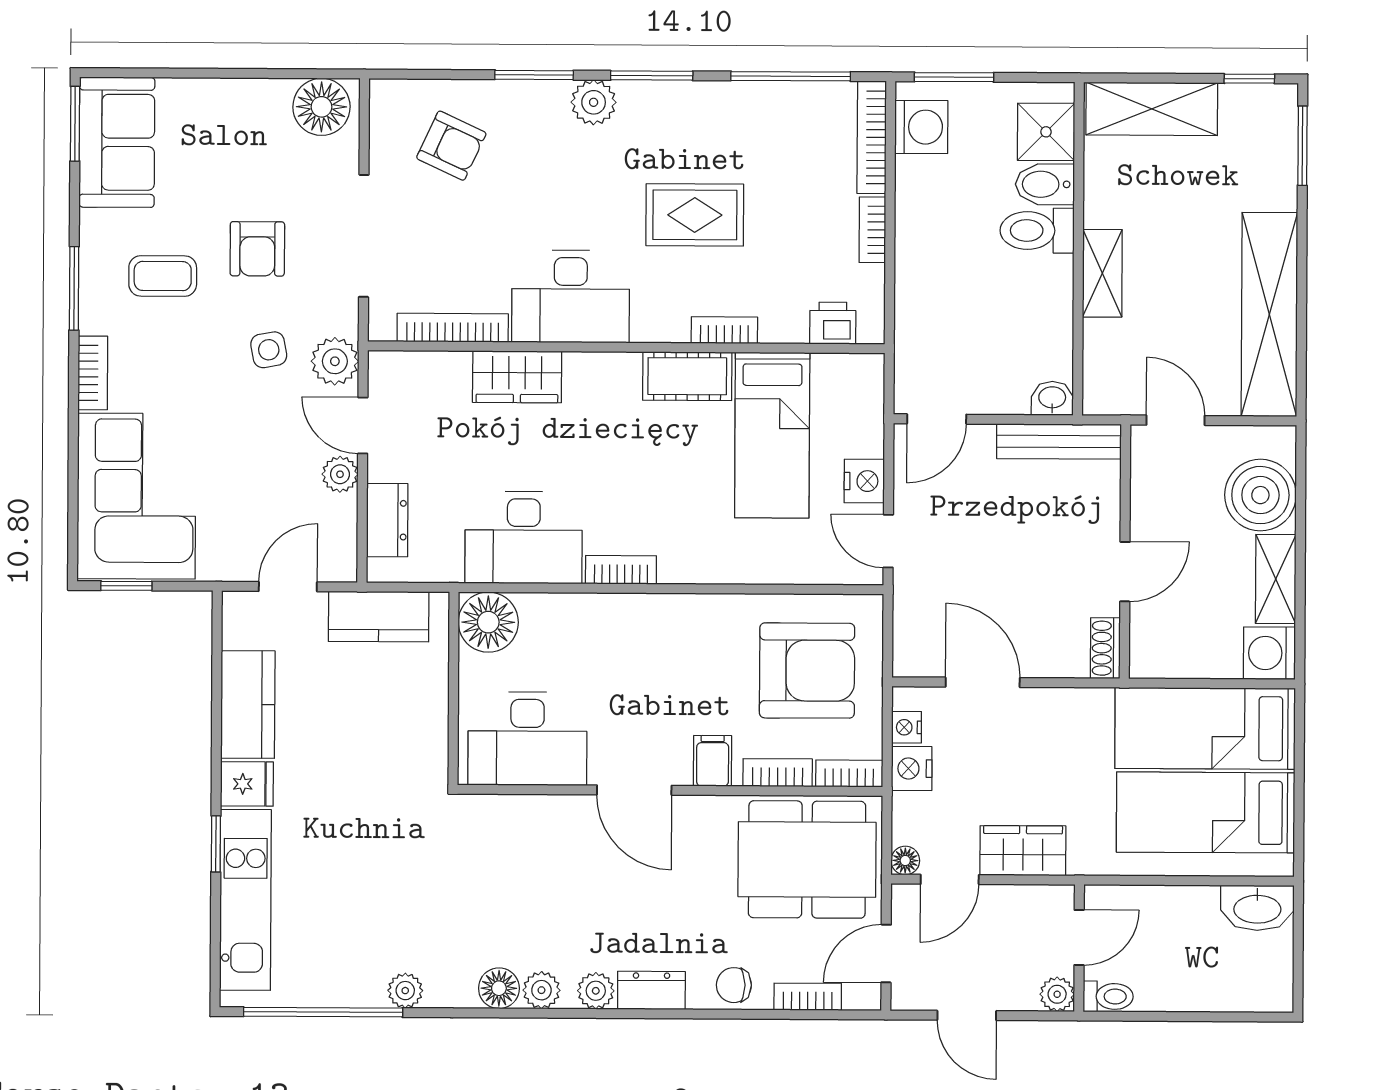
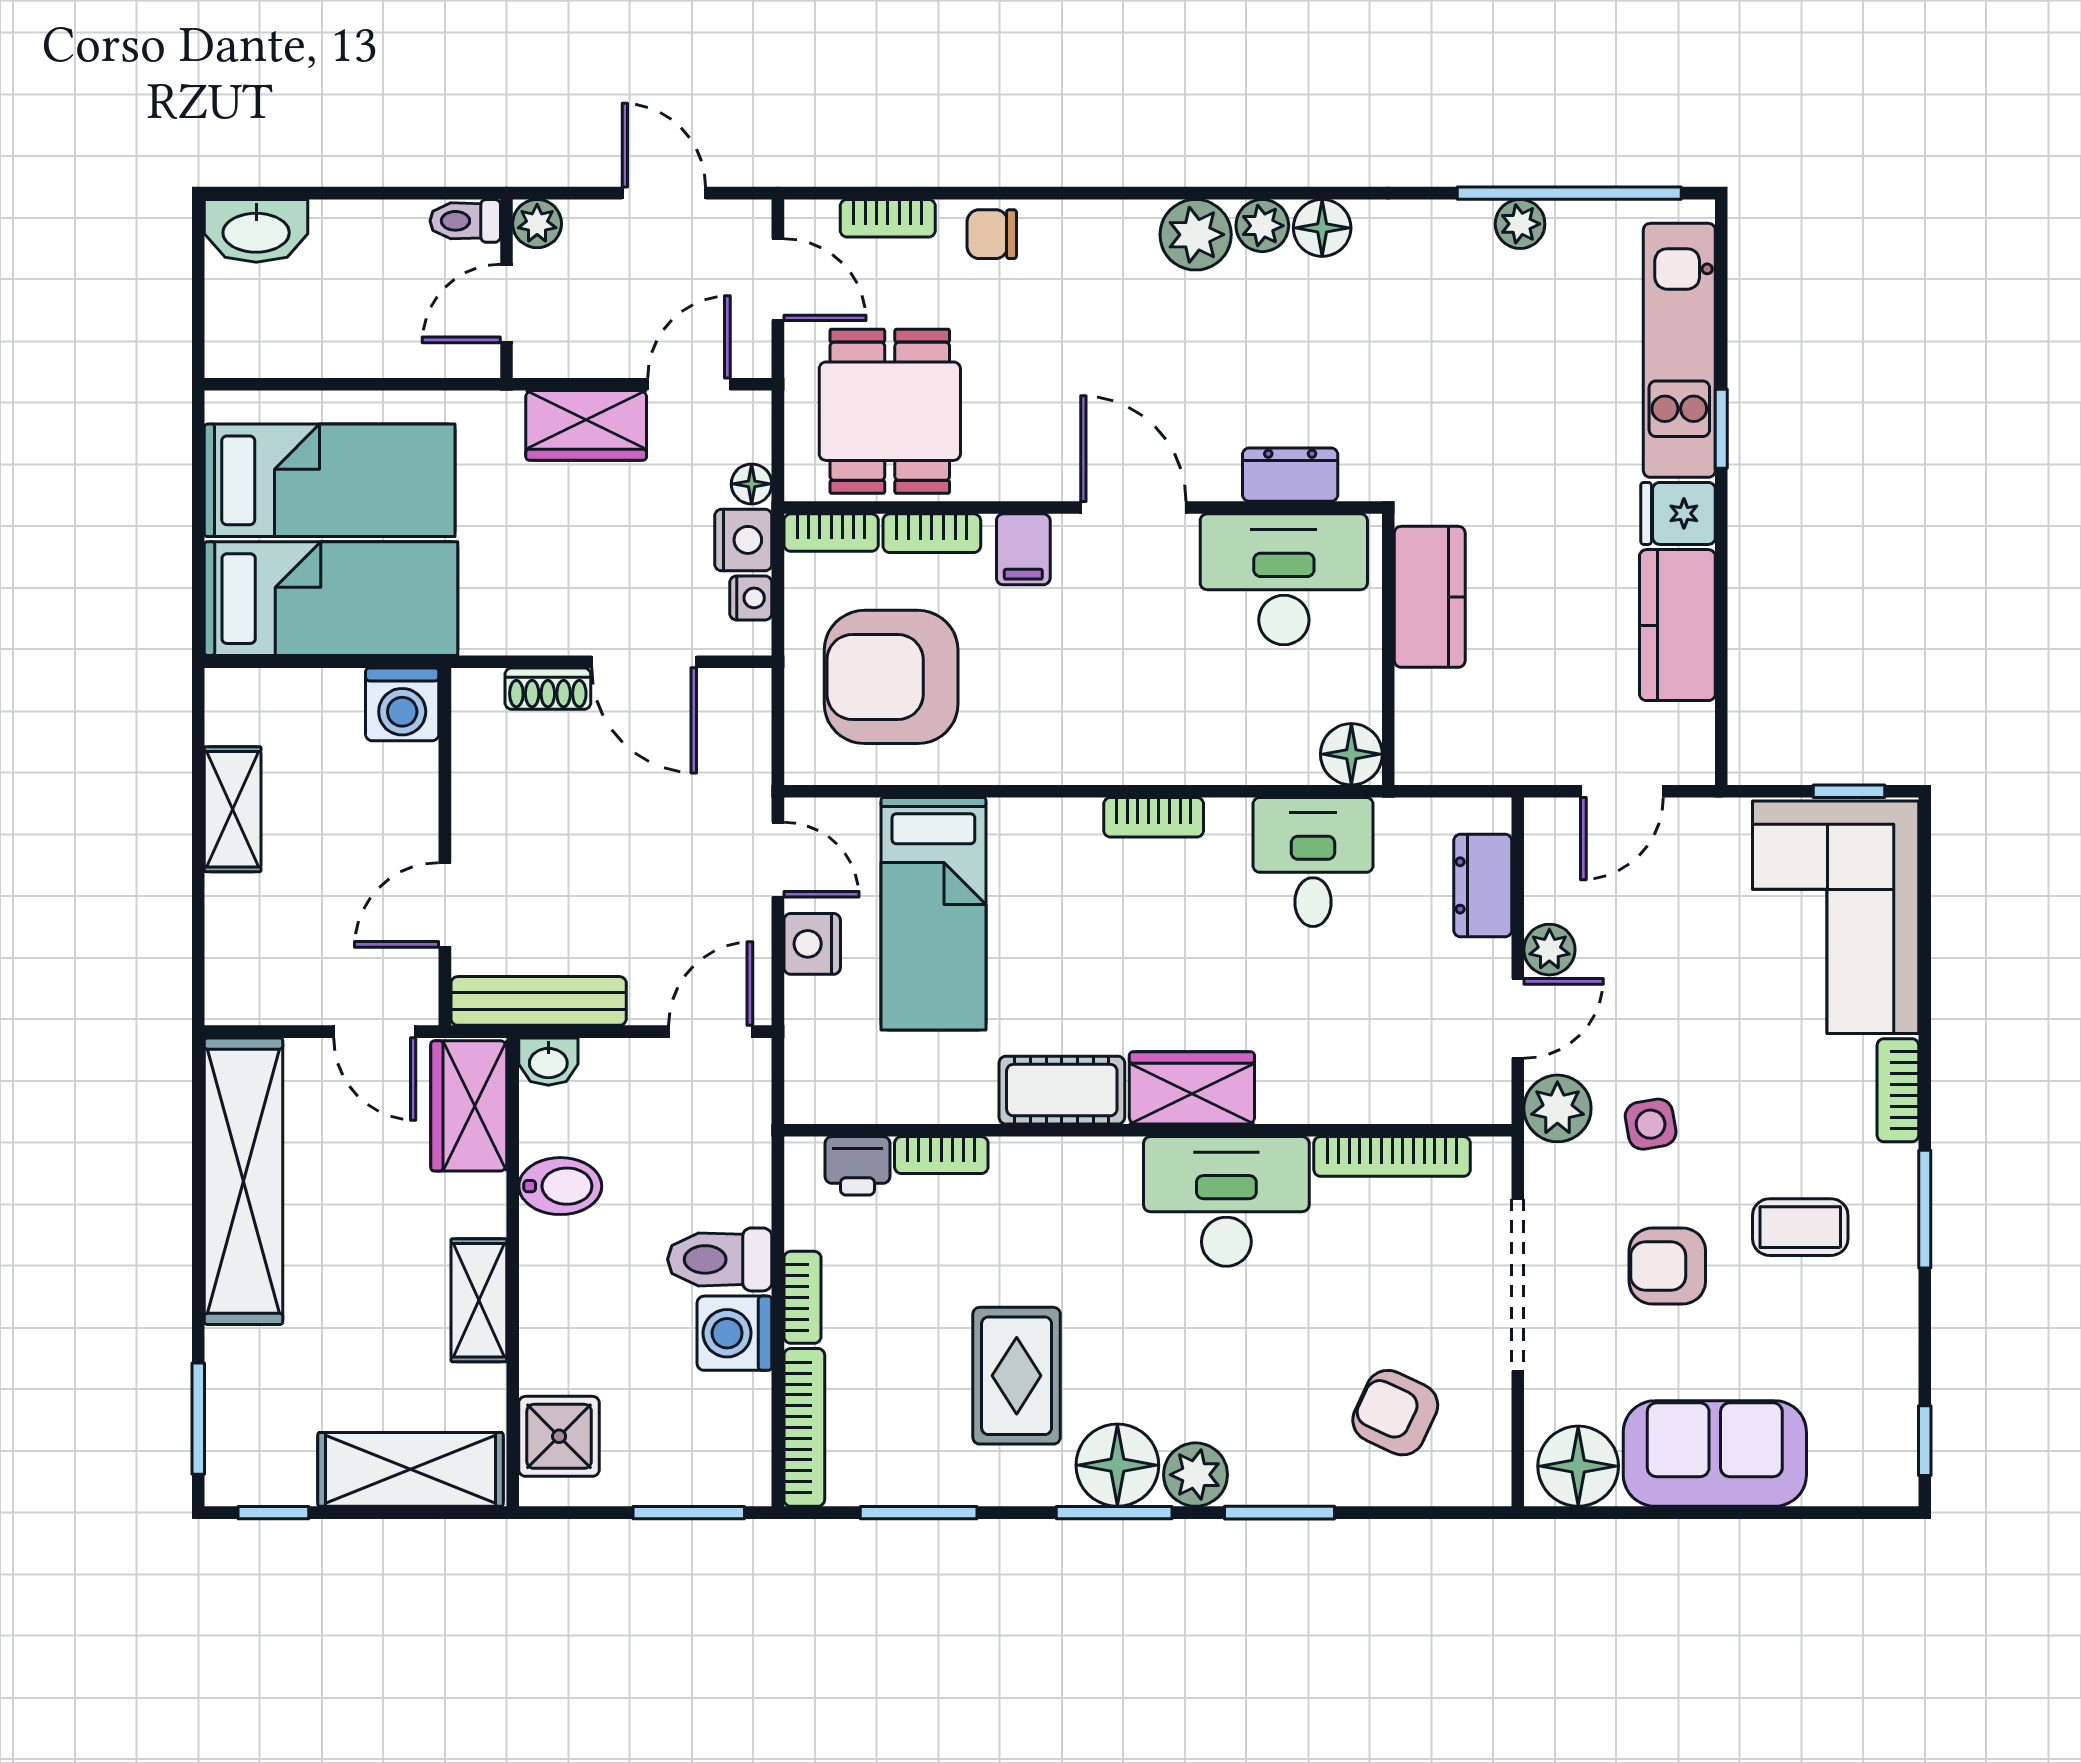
window: (791, 76) -> (919, 1513), width x0.69
floor lamp: (649, 109) -> (1117, 1465), added
window: (75, 124) -> (1925, 1441), width x0.67
washing machine: (921, 127) -> (734, 1333), moved
sofa: (117, 142) -> (1715, 1454), moved, turned 90
bidet: (1045, 184) -> (560, 1186), moved
rug: (695, 215) -> (1017, 1376), moved, turned 90
toilet: (1037, 231) -> (720, 1259), moved, turned 180
armchair: (257, 249) -> (1667, 1266), turned -90
shelving: (1102, 273) -> (479, 1300), moved
bookcase: (724, 330) -> (941, 1155), moved
wardrobe: (1109, 367) -> (469, 1106), added
wardrobe: (517, 377) -> (1192, 1088), moved
door: (363, 425) -> (1518, 1018), hinge flipped
bed: (772, 435) -> (933, 914), moved, turned 180
boiler: (1260, 495) -> (255, 927), removed
desk: (524, 537) -> (1313, 862), width x0.73
door: (1125, 572) -> (445, 905), moved
kitchen counter: (379, 617) -> (1430, 597), moved, turned 90
floor lamp: (488, 622) -> (1351, 754), width x0.73, depth x0.73
shoe rack: (1105, 648) -> (548, 689), moved, turned 90
washing machine: (1269, 653) -> (402, 704), moved, turned 90
dining table: (807, 859) -> (890, 411), width x0.73
floor lamp: (905, 861) -> (752, 484), moved
washbasin: (1257, 908) -> (256, 231), moved, turned 180
door: (886, 953) -> (778, 280), hinge flipped
chair: (734, 985) -> (992, 234), turned 180
dresser: (651, 990) -> (1290, 475), moved, turned 180
plant: (405, 991) -> (1520, 224), moved
plant: (596, 991) -> (1196, 235), width x1.38, depth x1.38

